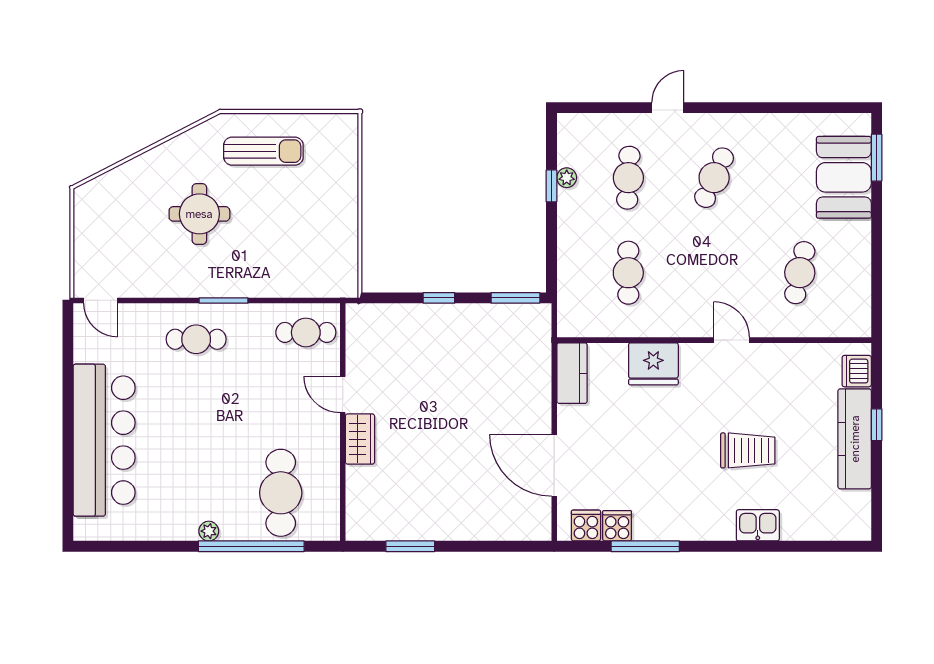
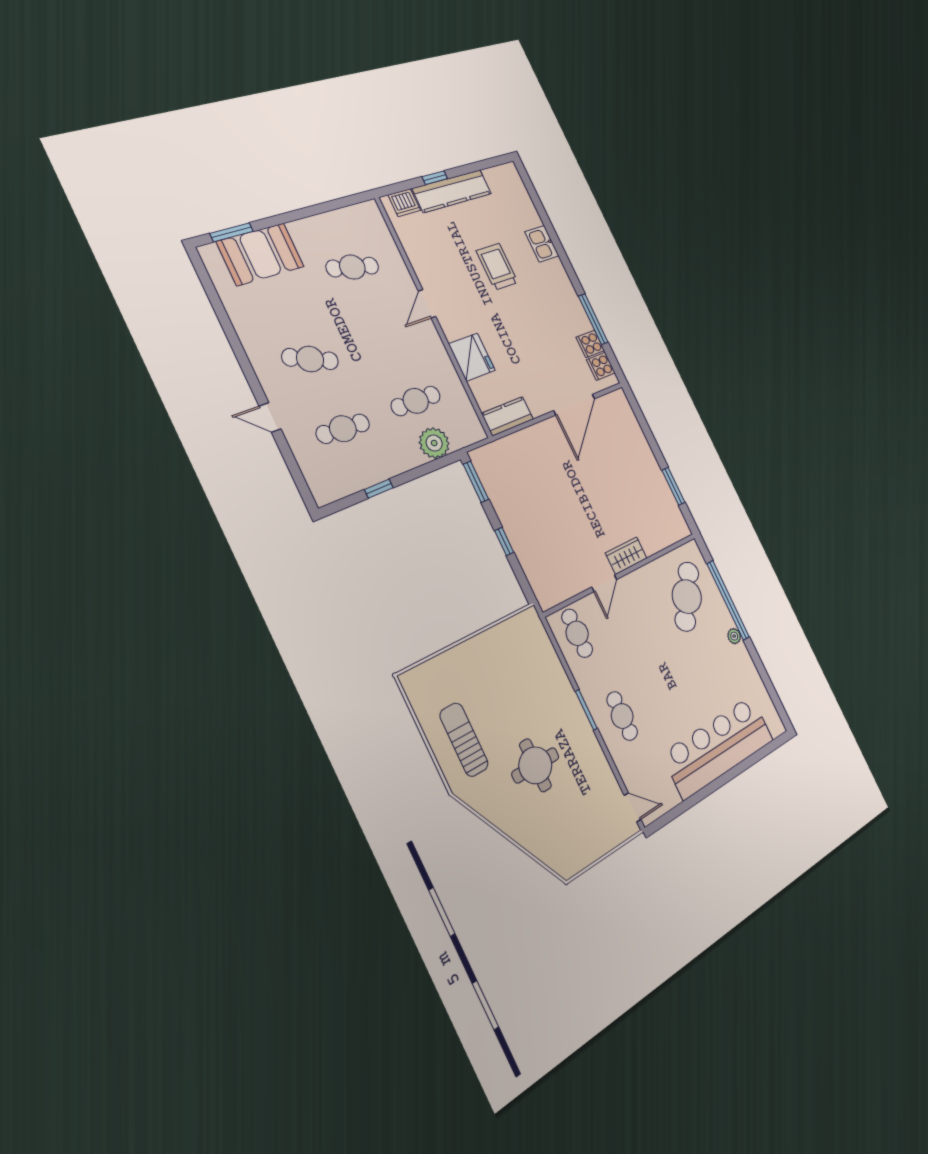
plant: (567, 178) -> (434, 443), moved, width x1.87, depth x1.87
door: (101, 300) -> (632, 807), hinge flipped
cafe table: (281, 493) -> (687, 597), turned -55

